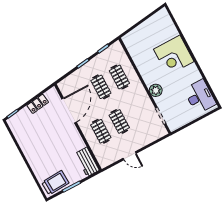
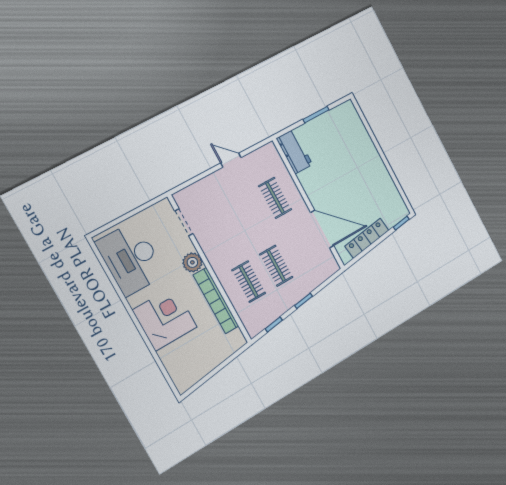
bookcase: (141, 65) -> (216, 301), added
desk: (200, 97) -> (131, 259), width x1.36, depth x1.30
locker: (38, 104) -> (367, 238), width x1.53
door: (69, 110) -> (322, 229), swing flipped
clothes rail: (119, 121) -> (248, 213), removed
trolley: (55, 183) -> (340, 121), removed

